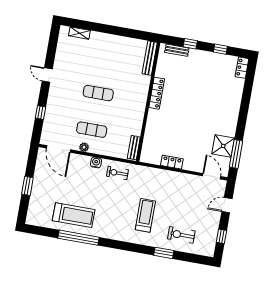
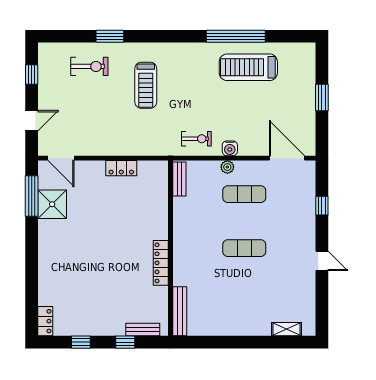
plant: (84, 147) -> (227, 167), moved

